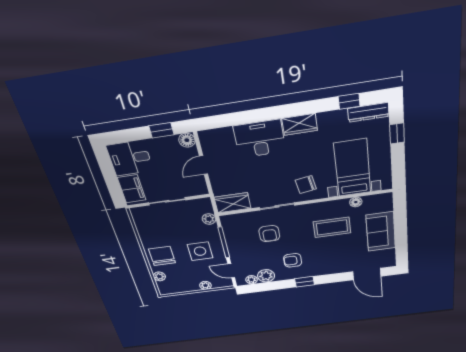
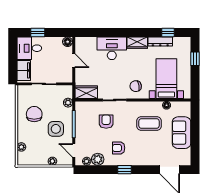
dresser: (368, 112) -> (160, 42), moved
window: (161, 130) -> (38, 33), moved
door: (204, 165) -> (74, 61), swing flipped
armchair: (269, 234) -> (106, 122), turned 180
chair: (162, 256) -> (34, 114), moved

